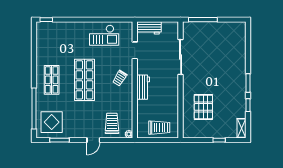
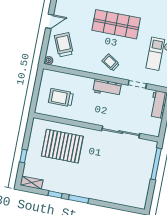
workbench: (143, 87) -> (107, 88), moved
pallet: (203, 107) -> (62, 146), width x1.37, depth x1.41
trolley: (112, 123) -> (64, 45), turned -113
trolley: (159, 128) -> (61, 98), moved, turned 90
door: (93, 140) -> (50, 21), swing flipped

